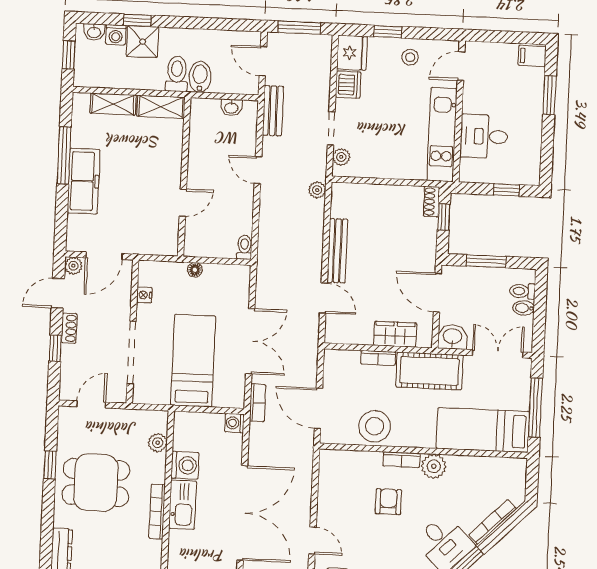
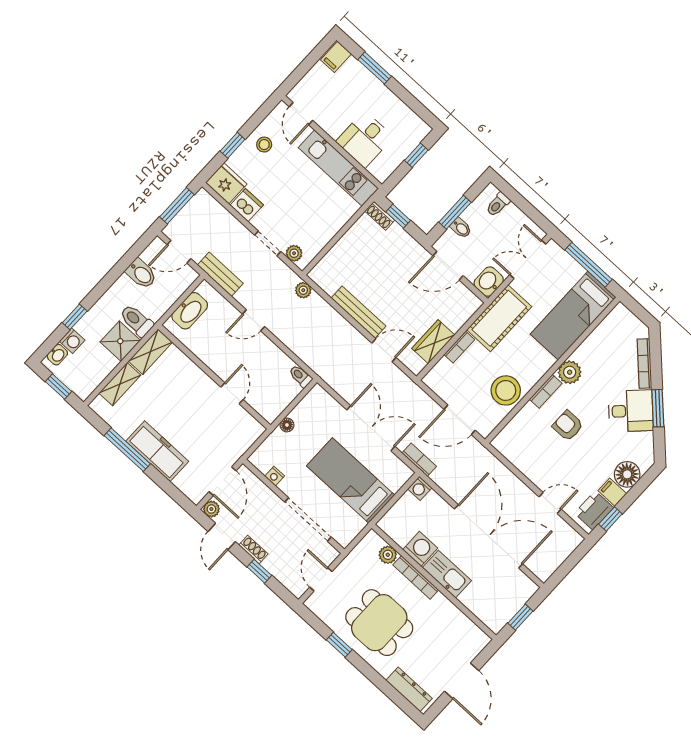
shower: (143, 42) -> (120, 341), moved
bidet: (200, 77) -> (141, 274), moved, turned 180
washbasin: (231, 107) -> (190, 311), width x1.91, depth x1.45
bidet: (524, 308) -> (461, 228), moved, turned -90
wardrobe: (395, 334) -> (433, 342), moved
dining table: (96, 483) -> (379, 623), turned 90
bookcase: (157, 512) -> (416, 577), moved

